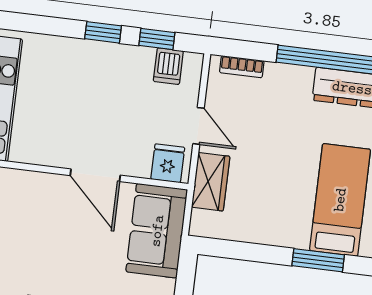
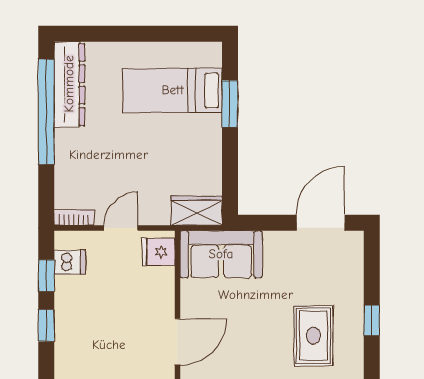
bookcase: (242, 67) -> (74, 217), moved, turned -90
door: (95, 175) -> (177, 342), moved
wardrobe: (211, 182) -> (197, 211), moved

